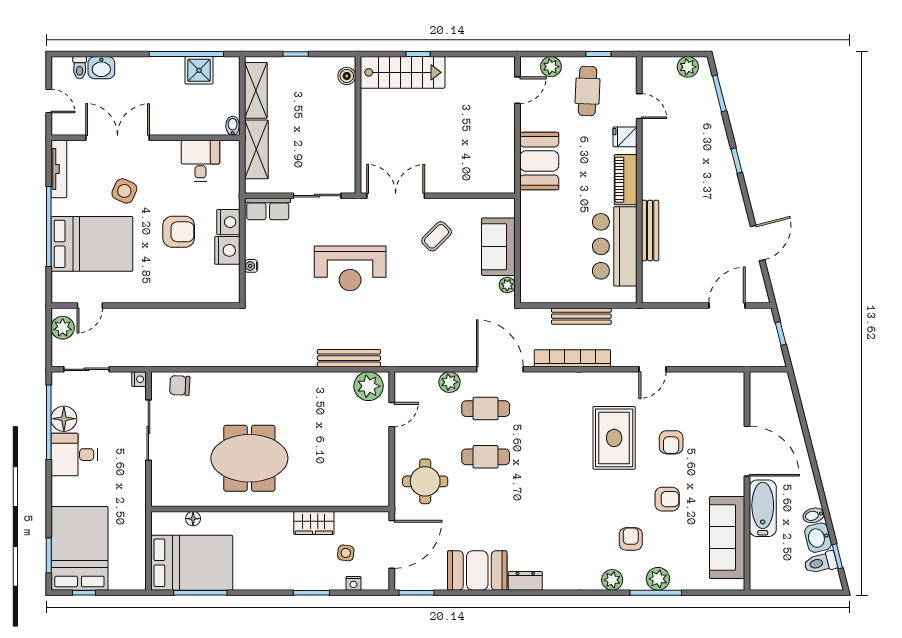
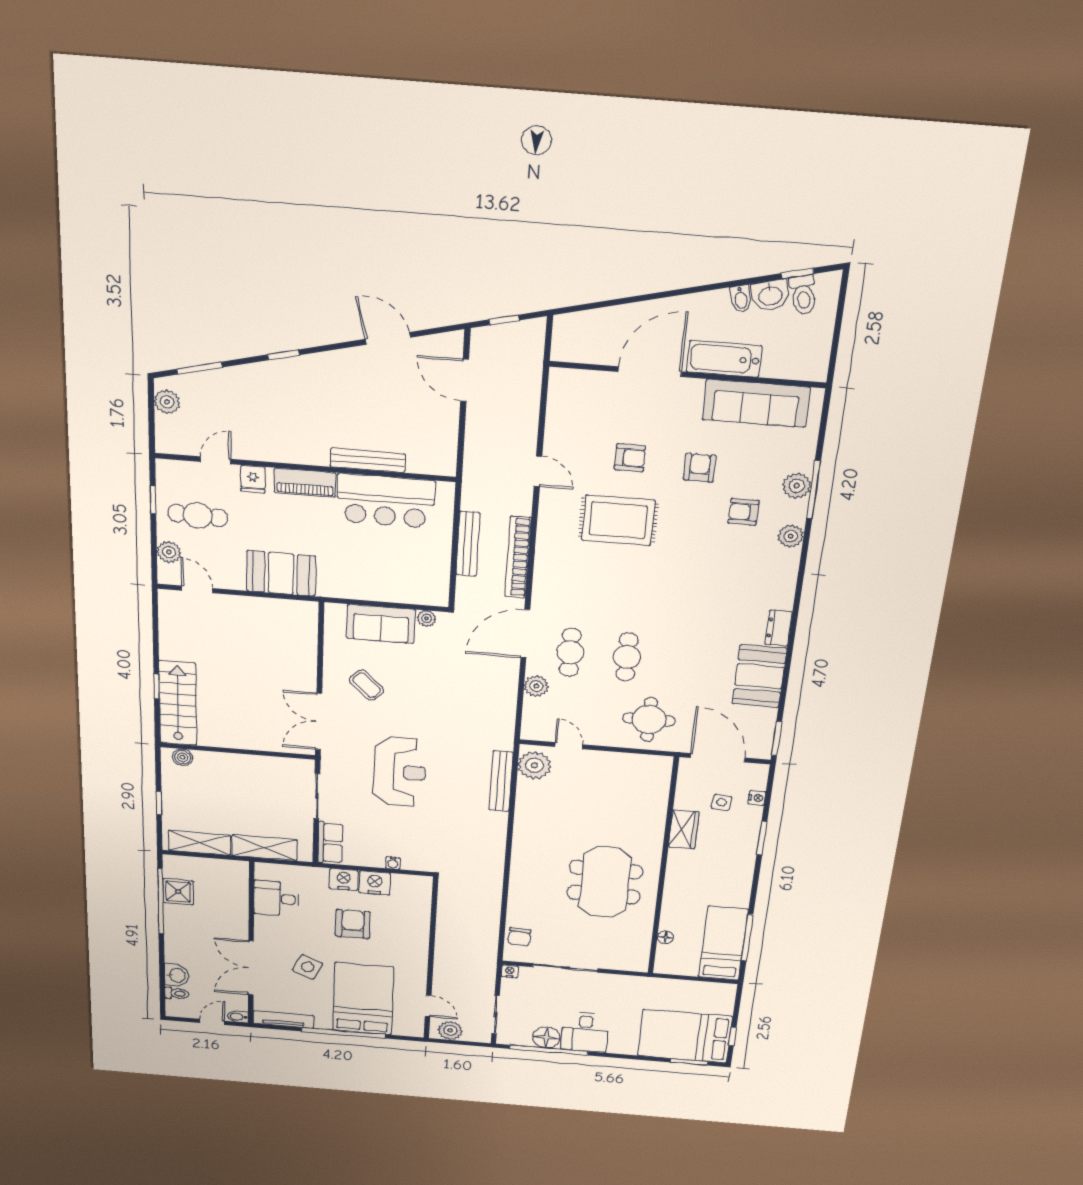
bidet: (233, 126) -> (238, 1017), moved
bed: (192, 563) -> (723, 943), width x0.67

